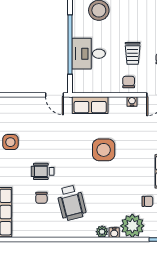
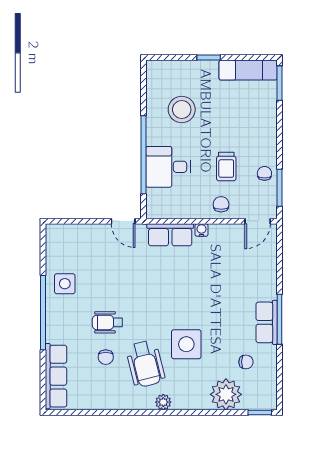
water cooler: (132, 101) -> (201, 230), moved
side table: (104, 150) -> (186, 344), moved
plant: (102, 232) -> (163, 402), moved
water cooler: (114, 233) -> (202, 403), removed

